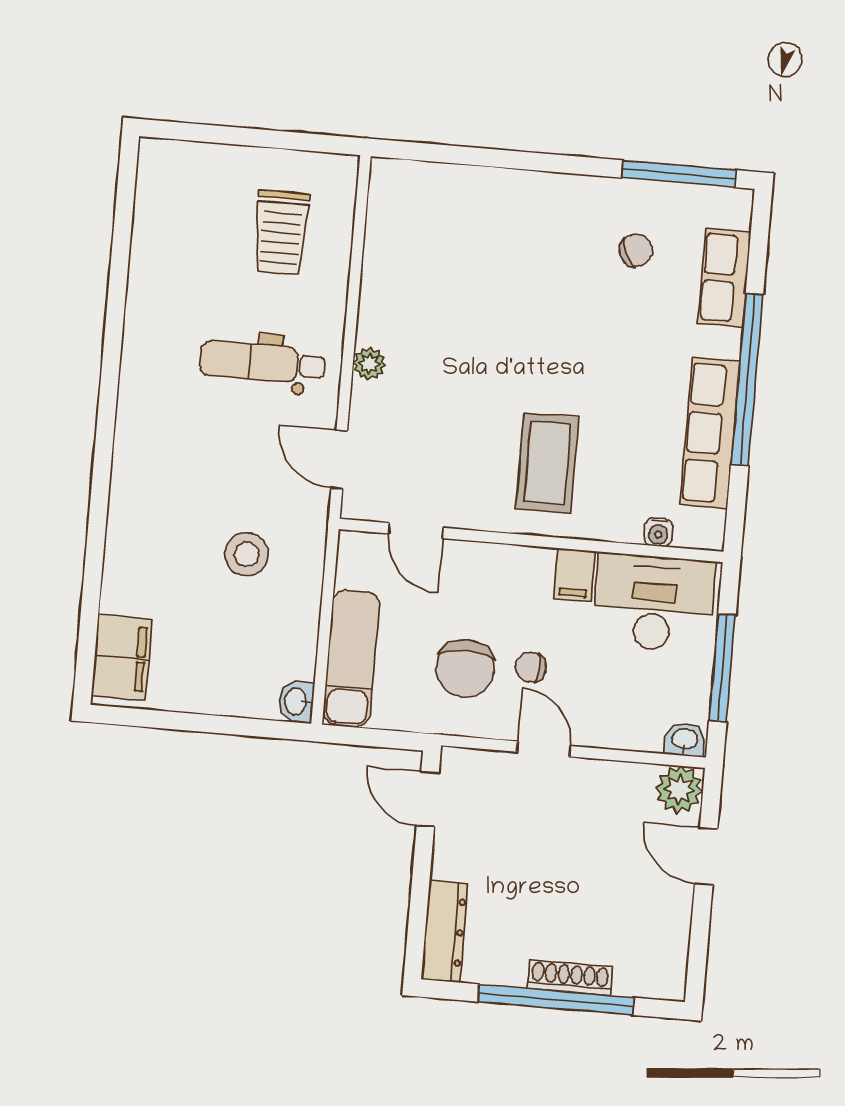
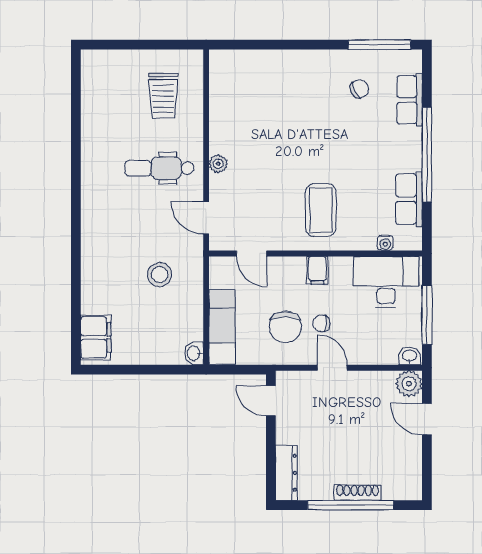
row of seats: (710, 433) -> (409, 199), width x0.68
filing cabinet: (574, 575) -> (317, 270), moved

